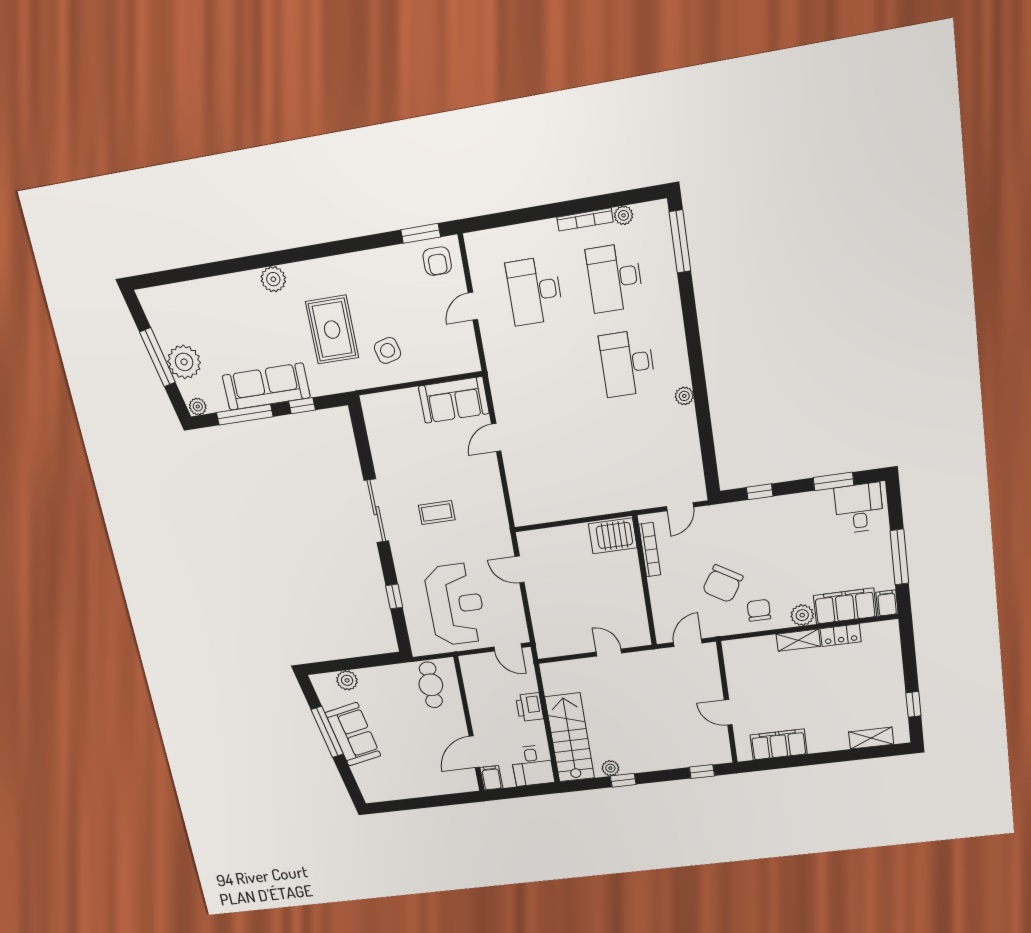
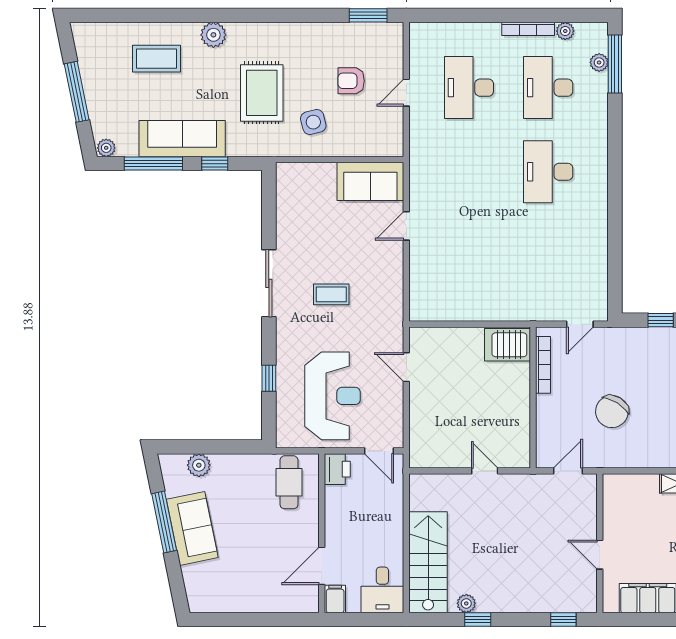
armchair: (437, 261) -> (351, 81), moved, turned 90
coffee table: (224, 312) -> (156, 59), added
plant: (184, 362) -> (103, 101), removed
plant: (684, 396) -> (599, 62), moved
chair: (759, 610) -> (645, 445), removed
printer: (530, 707) -> (337, 469), moved, turned 180

